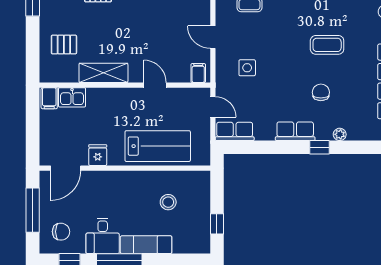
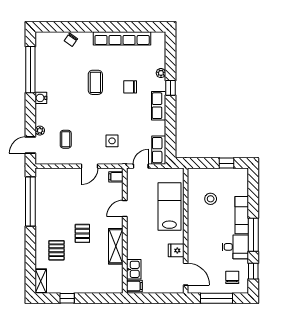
pallet: (64, 45) -> (82, 233), moved

